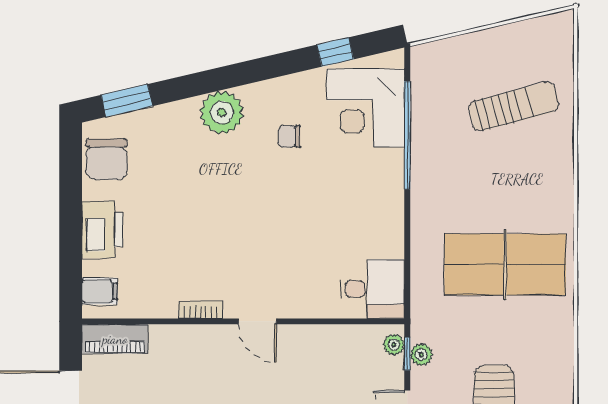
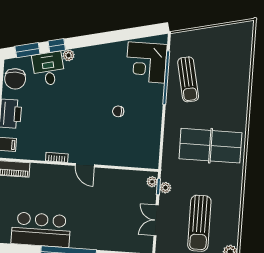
window: (335, 52) -> (57, 46), moved
sun lounger: (514, 106) -> (188, 79), moved, turned 93
plant: (222, 113) -> (69, 55), width x0.53, depth x0.53
chair: (289, 136) -> (118, 111), moved
desk: (373, 289) -> (49, 69), moved, turned -103

